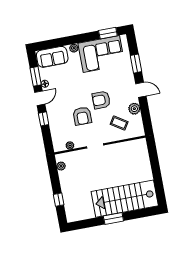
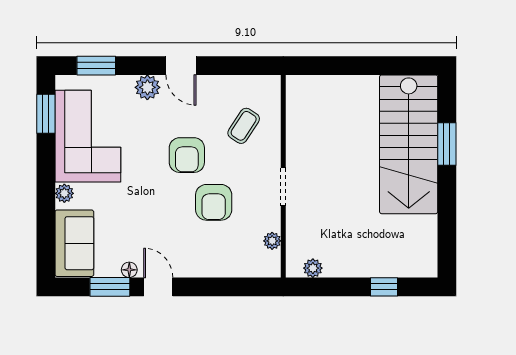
window: (136, 64) -> (96, 66), moved
door: (141, 90) -> (181, 66), swing flipped
plant: (134, 109) -> (147, 87), moved
armchair: (82, 116) -> (214, 202), turned 90
window: (44, 119) -> (204, 287), removed
window: (113, 218) -> (447, 144), moved

